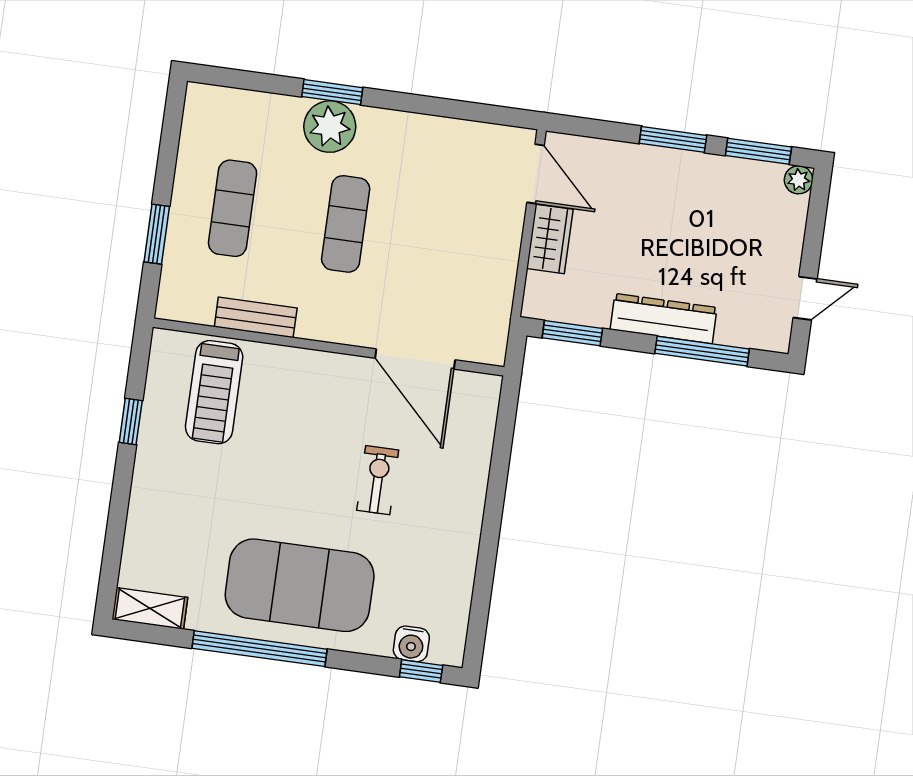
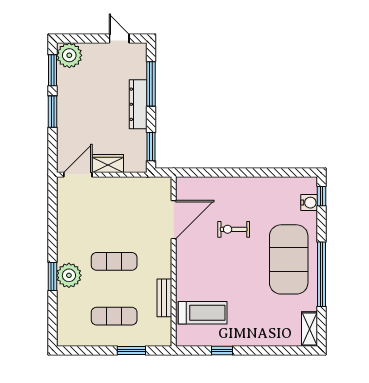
plant: (799, 180) -> (69, 55), width x1.87, depth x1.87

